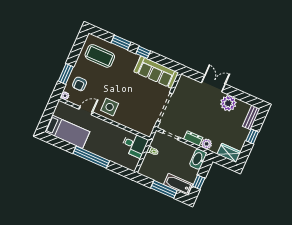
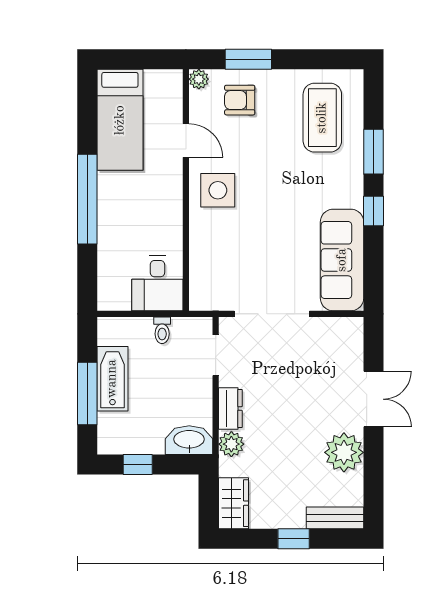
bathtub: (178, 184) -> (112, 379), moved

